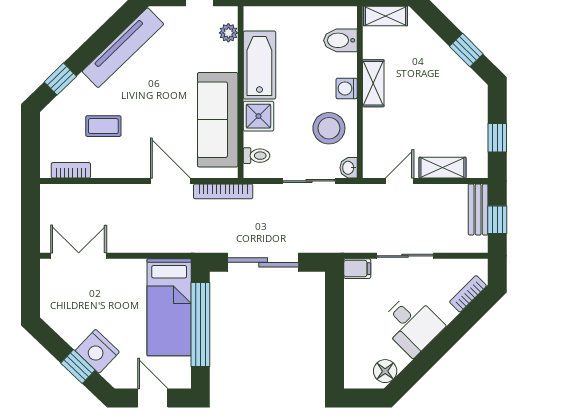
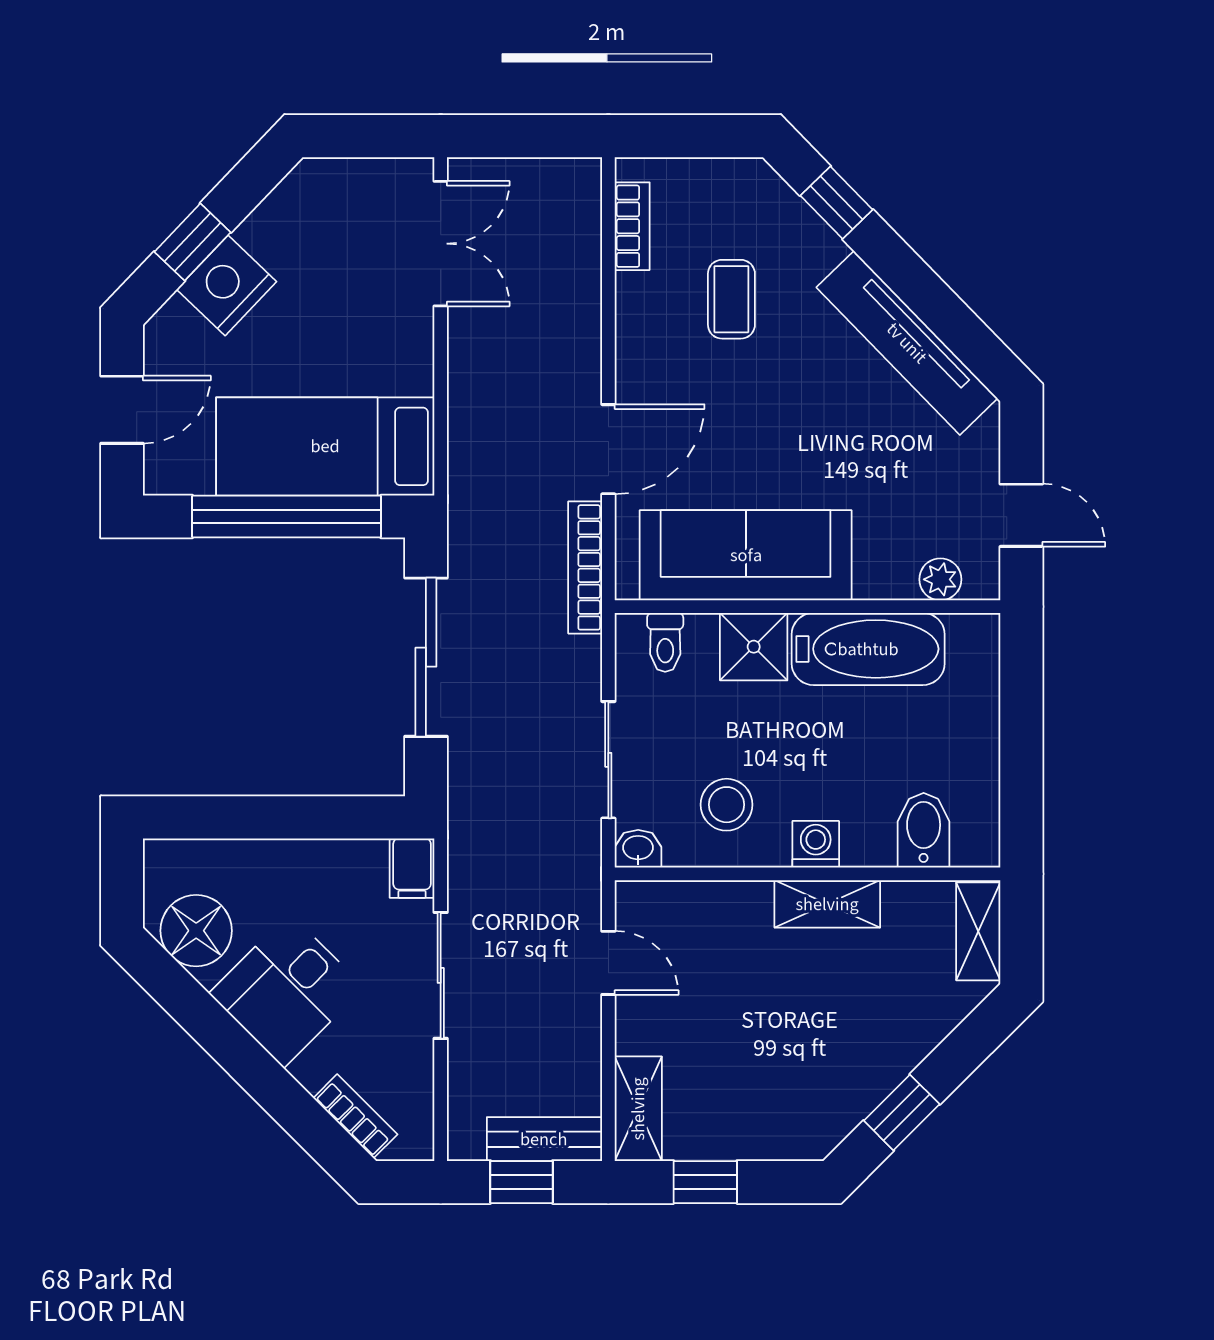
stool: (329, 128) -> (727, 805), width x0.73, depth x0.73
shelving: (442, 168) -> (638, 1109), moved
floor lamp: (385, 371) -> (196, 931), width x1.38, depth x1.38

